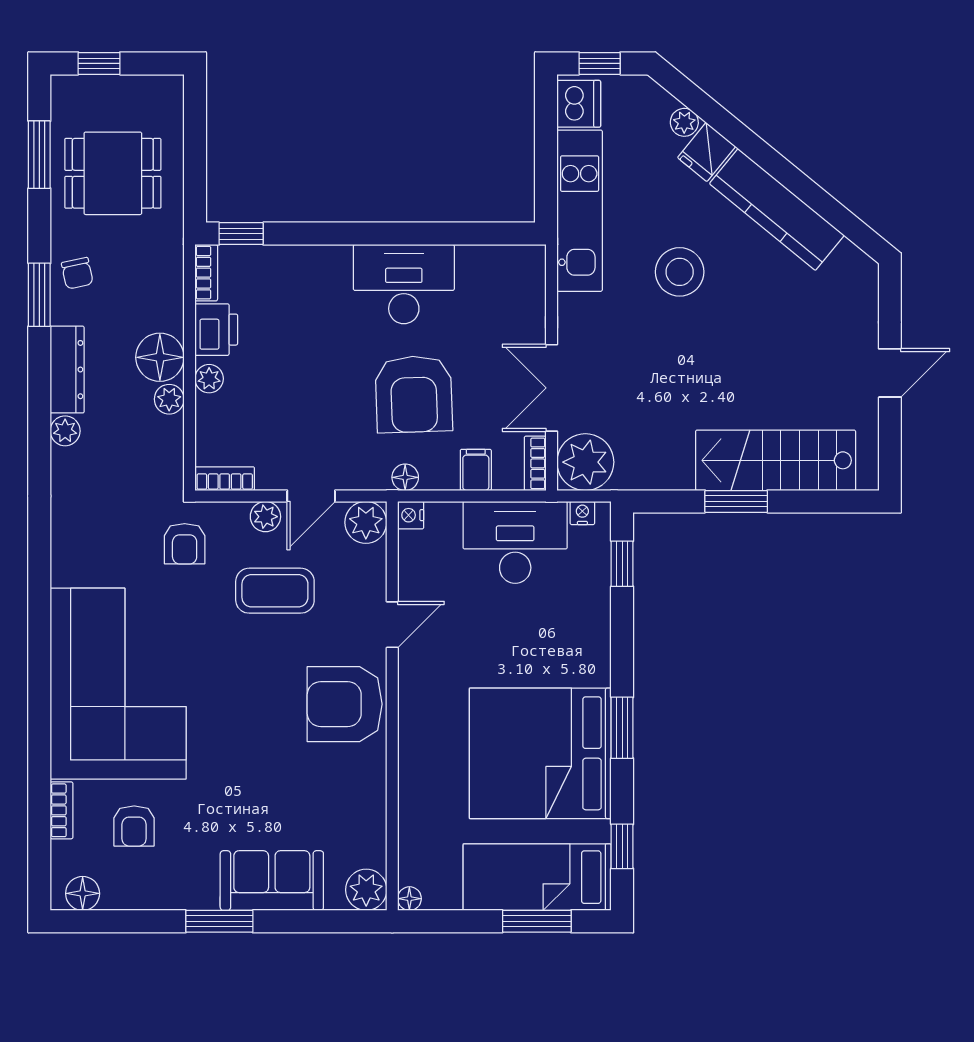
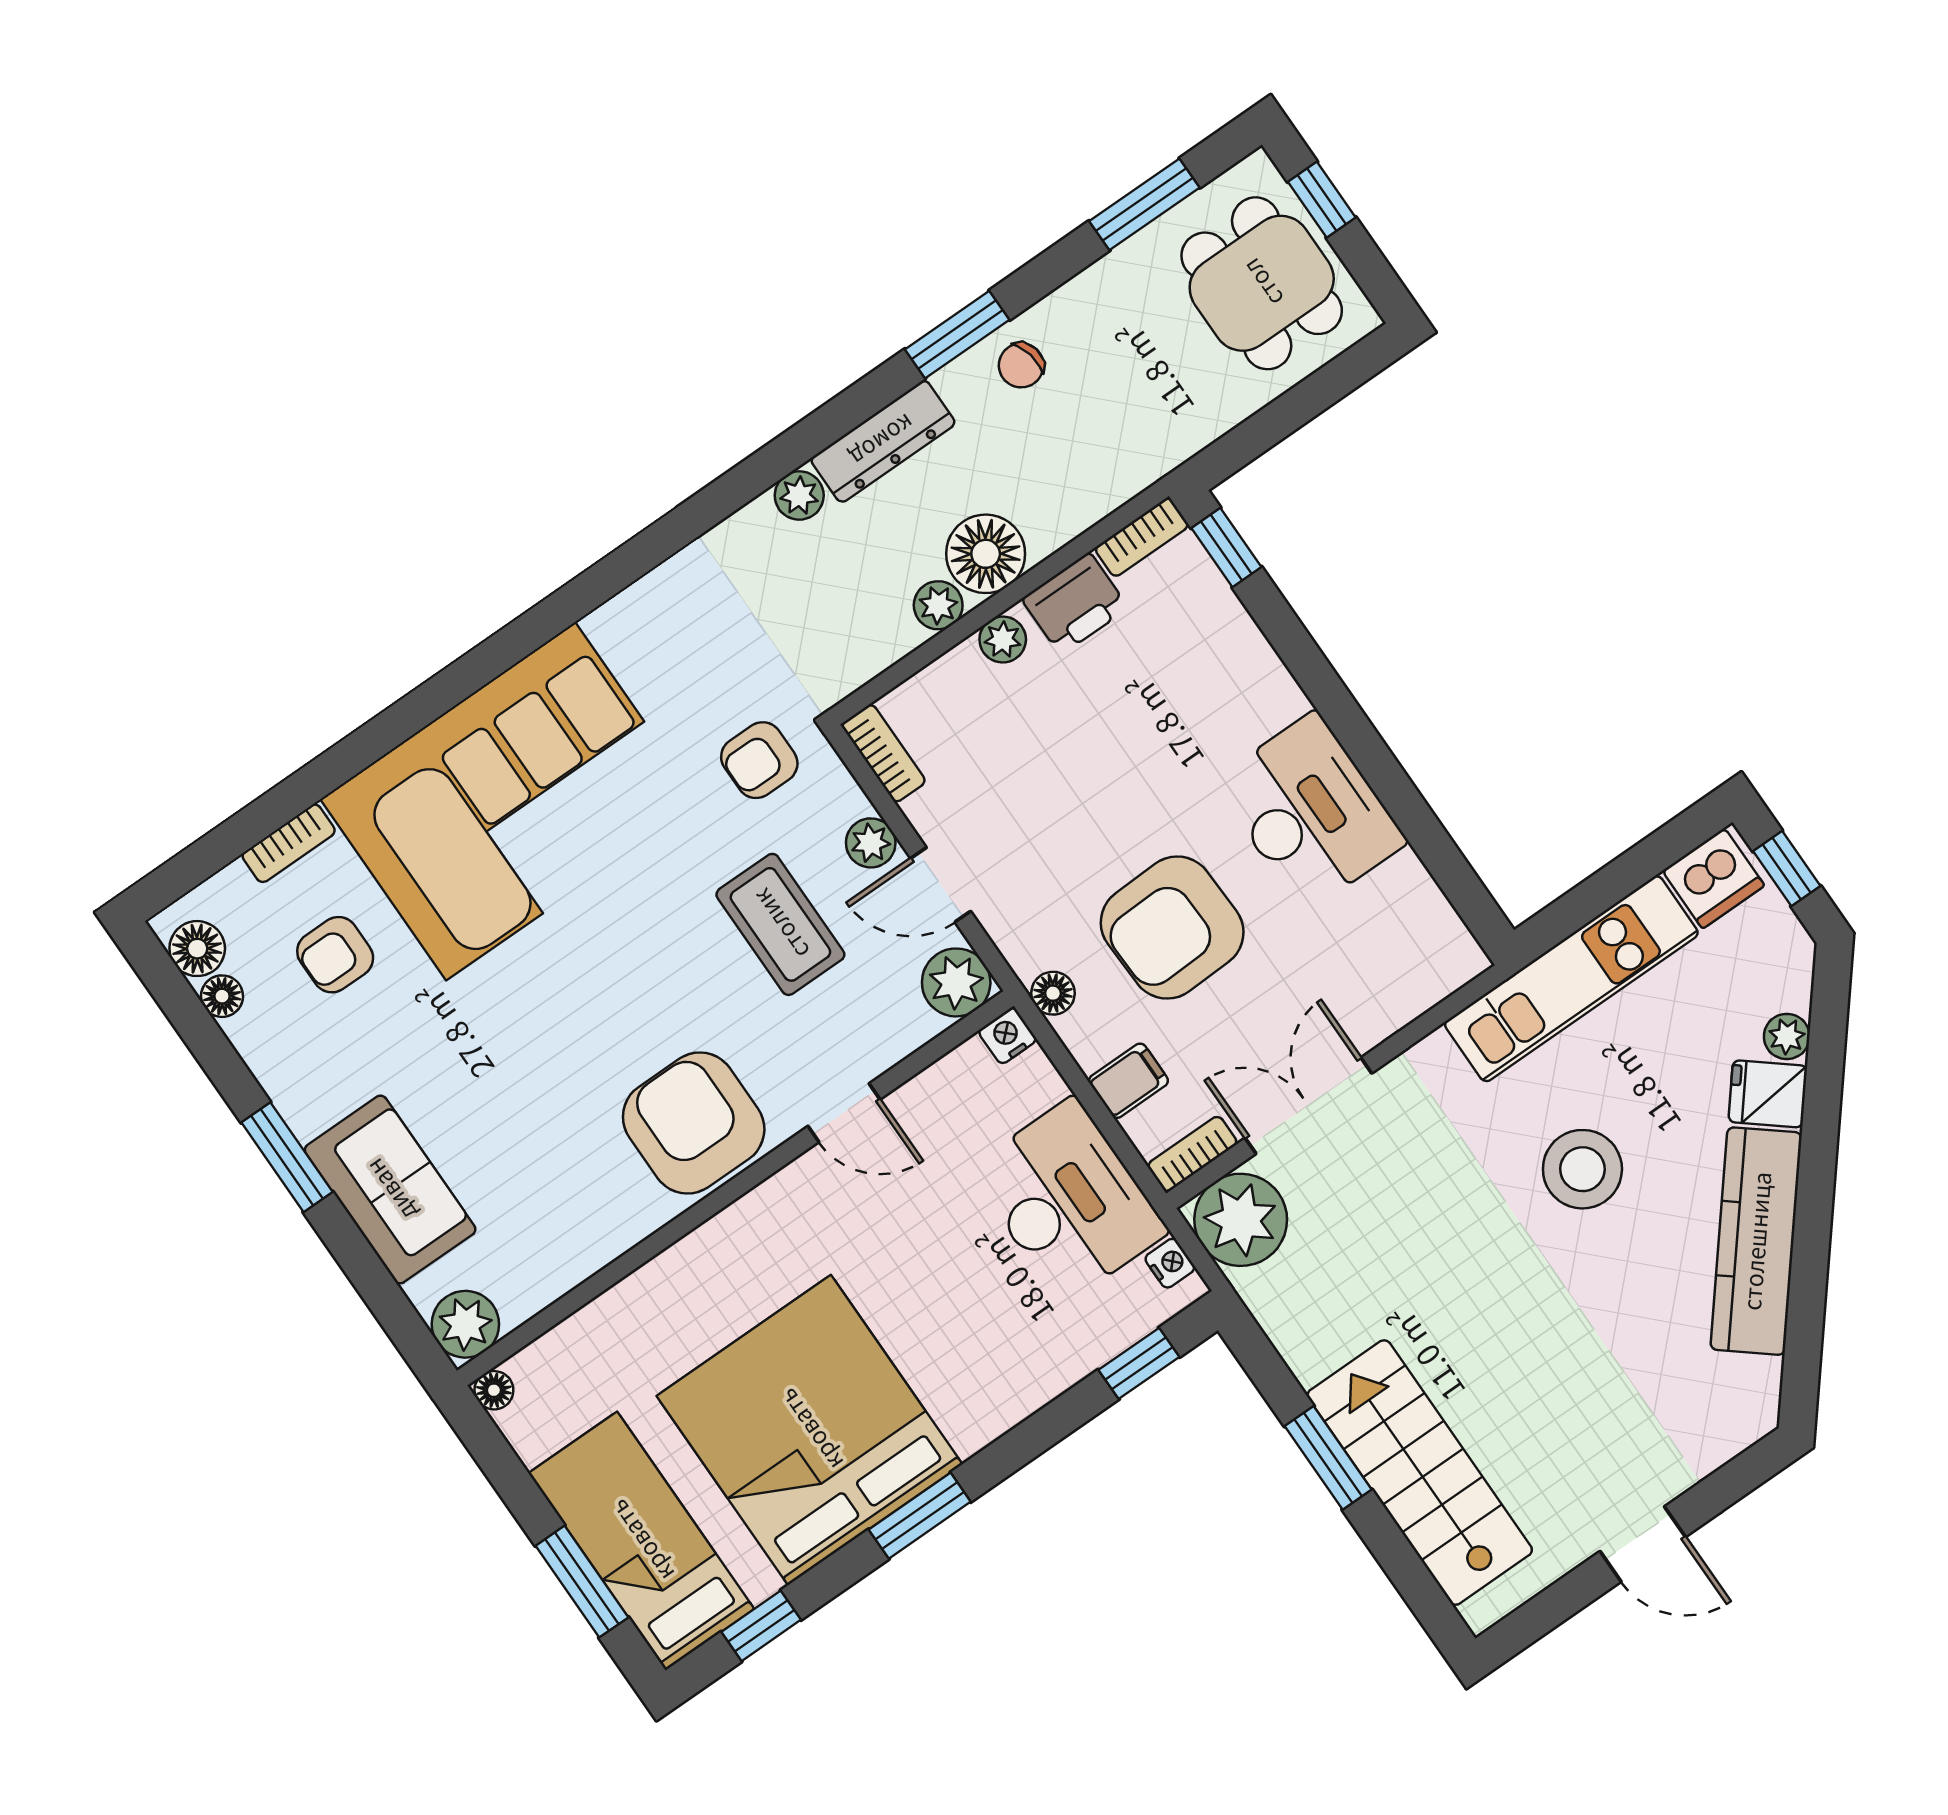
dining table: (113, 173) -> (1262, 283), moved
floor lamp: (115, 898) -> (222, 996), added

